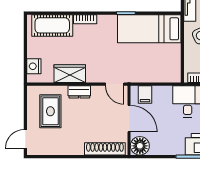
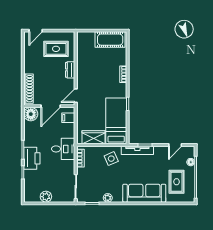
cot: (52, 25) -> (110, 40), moved, turned 90
nightstand: (34, 66) -> (89, 37), removed
wardrobe: (70, 74) -> (94, 137), moved, turned -90
door: (25, 139) -> (36, 31), swing flipped

